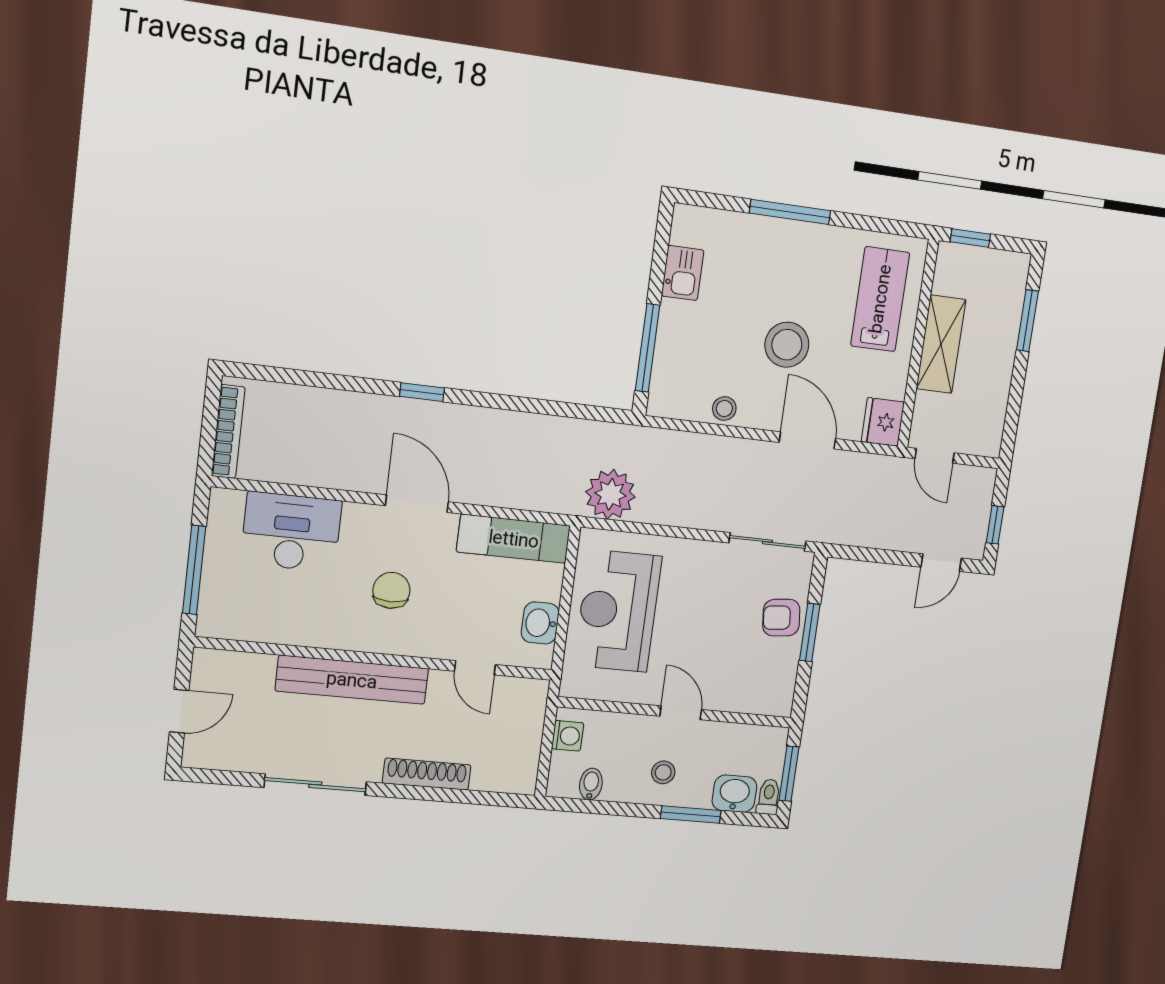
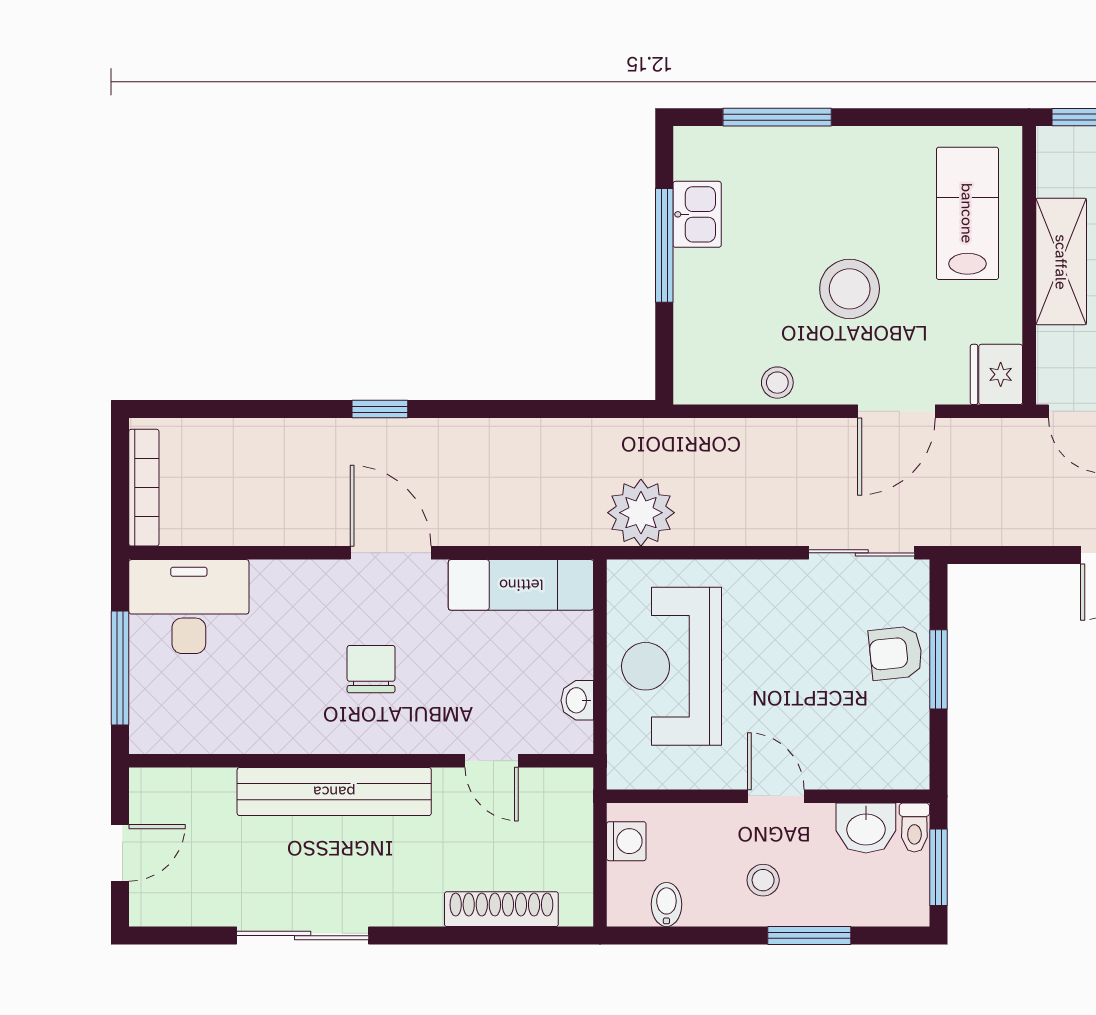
window: (790, 212) -> (777, 117), moved
window: (648, 348) -> (664, 245), moved
door: (807, 440) -> (896, 411), swing flipped
desk: (291, 532) -> (189, 607), moved
washbasin: (540, 623) -> (577, 700), width x0.72, depth x0.69
shoe rack: (427, 774) -> (501, 909), moved
washbasin: (734, 794) -> (866, 828), moved, turned 180
toilet: (769, 797) -> (914, 827), moved, turned 180

